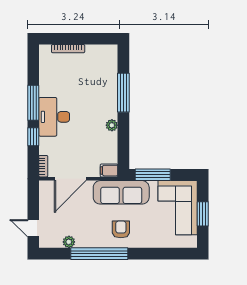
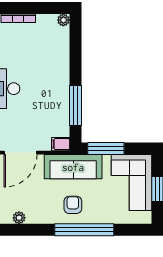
window: (123, 93) -> (75, 105), moved
plant: (112, 125) -> (63, 20), moved
window: (99, 254) -> (84, 230), moved

